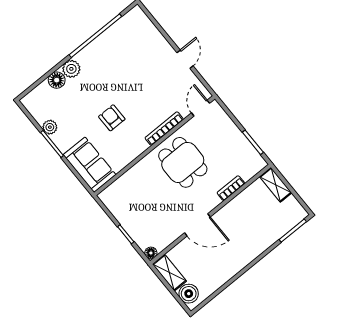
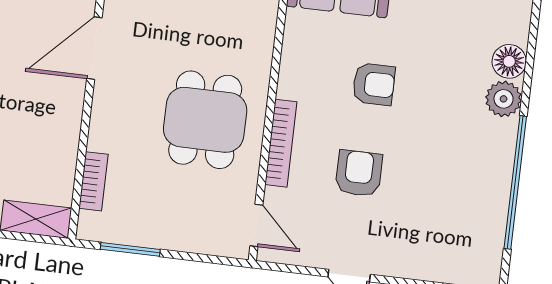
armchair: (147, 92) -> (359, 173), added
dining table: (183, 162) -> (205, 120), turned 90
bookcase: (231, 188) -> (94, 181), moved

